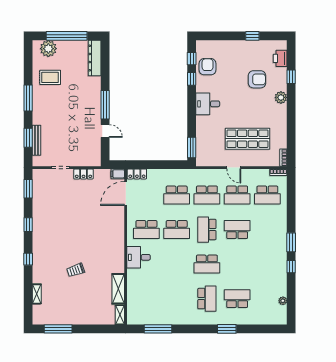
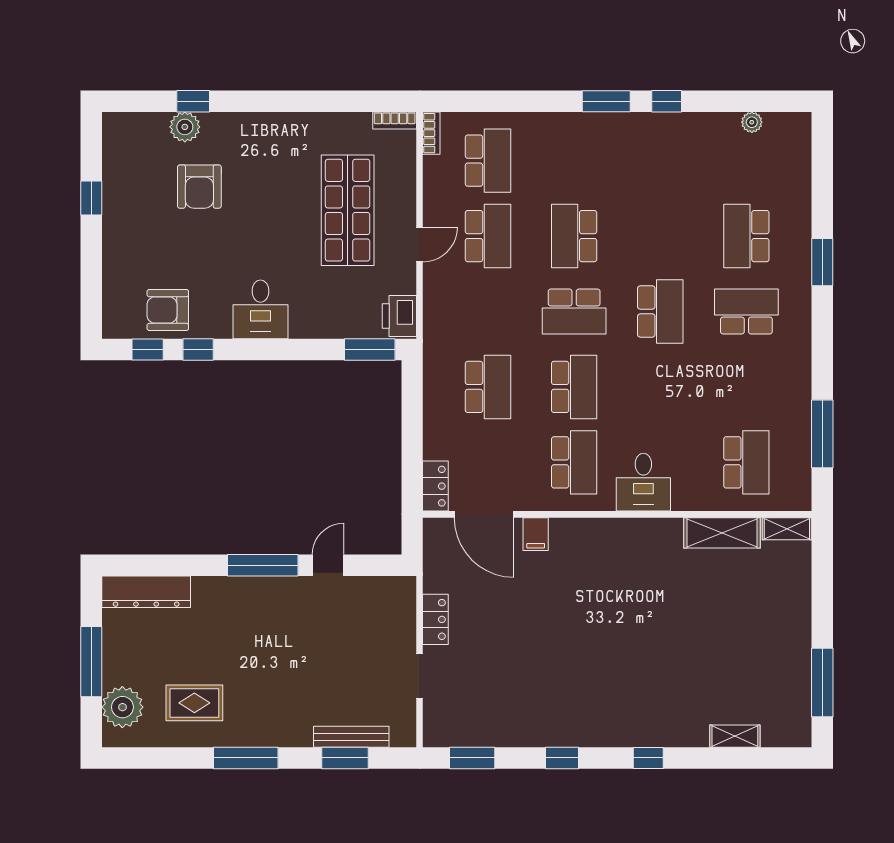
window: (67, 36) -> (91, 662), width x0.68
printer: (280, 58) -> (399, 316), moved, turned 90
rug: (50, 77) -> (194, 703), turned 90
armchair: (257, 79) -> (199, 187), turned 180
plant: (281, 97) -> (185, 127), moved
filing cabinet: (118, 174) -> (536, 534), moved
school desk: (207, 195) -> (746, 462), moved
trolley: (76, 270) -> (675, 639), removed

